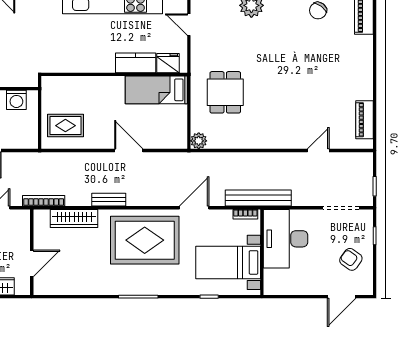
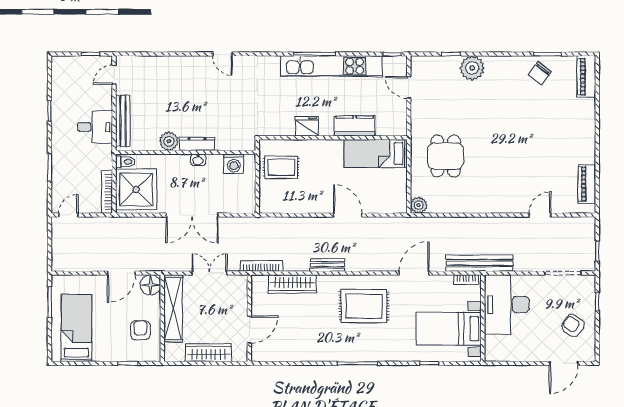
fridge: (168, 63) -> (307, 126), moved
rug: (65, 126) -> (281, 167), moved
rug: (145, 240) -> (364, 306), width x0.73, depth x0.69

